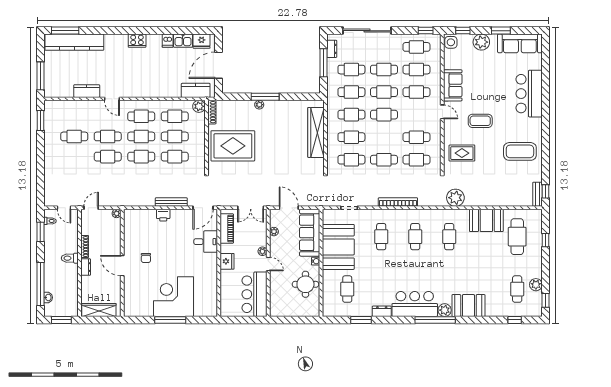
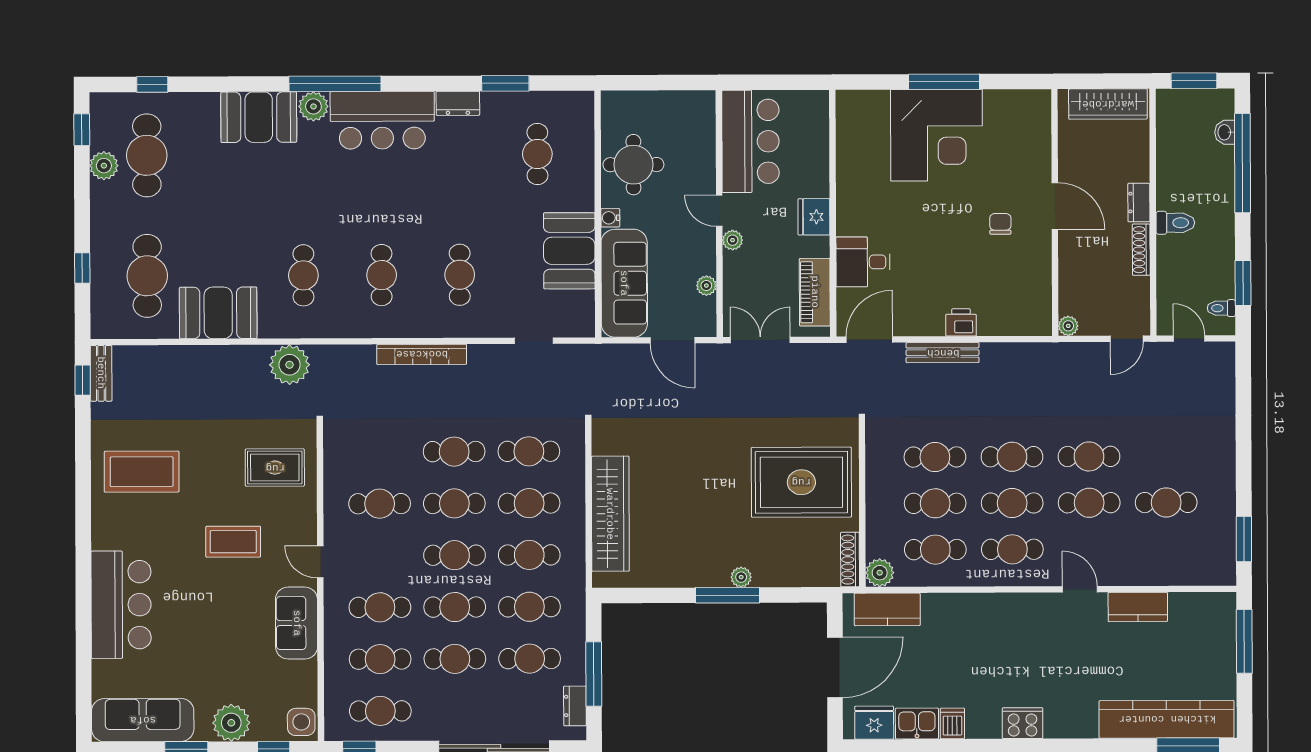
cafe table: (416, 160) -> (454, 503), moved
booth: (338, 247) -> (569, 251), width x0.73, depth x0.70
cafe table: (517, 289) -> (147, 155), width x1.37, depth x1.35

